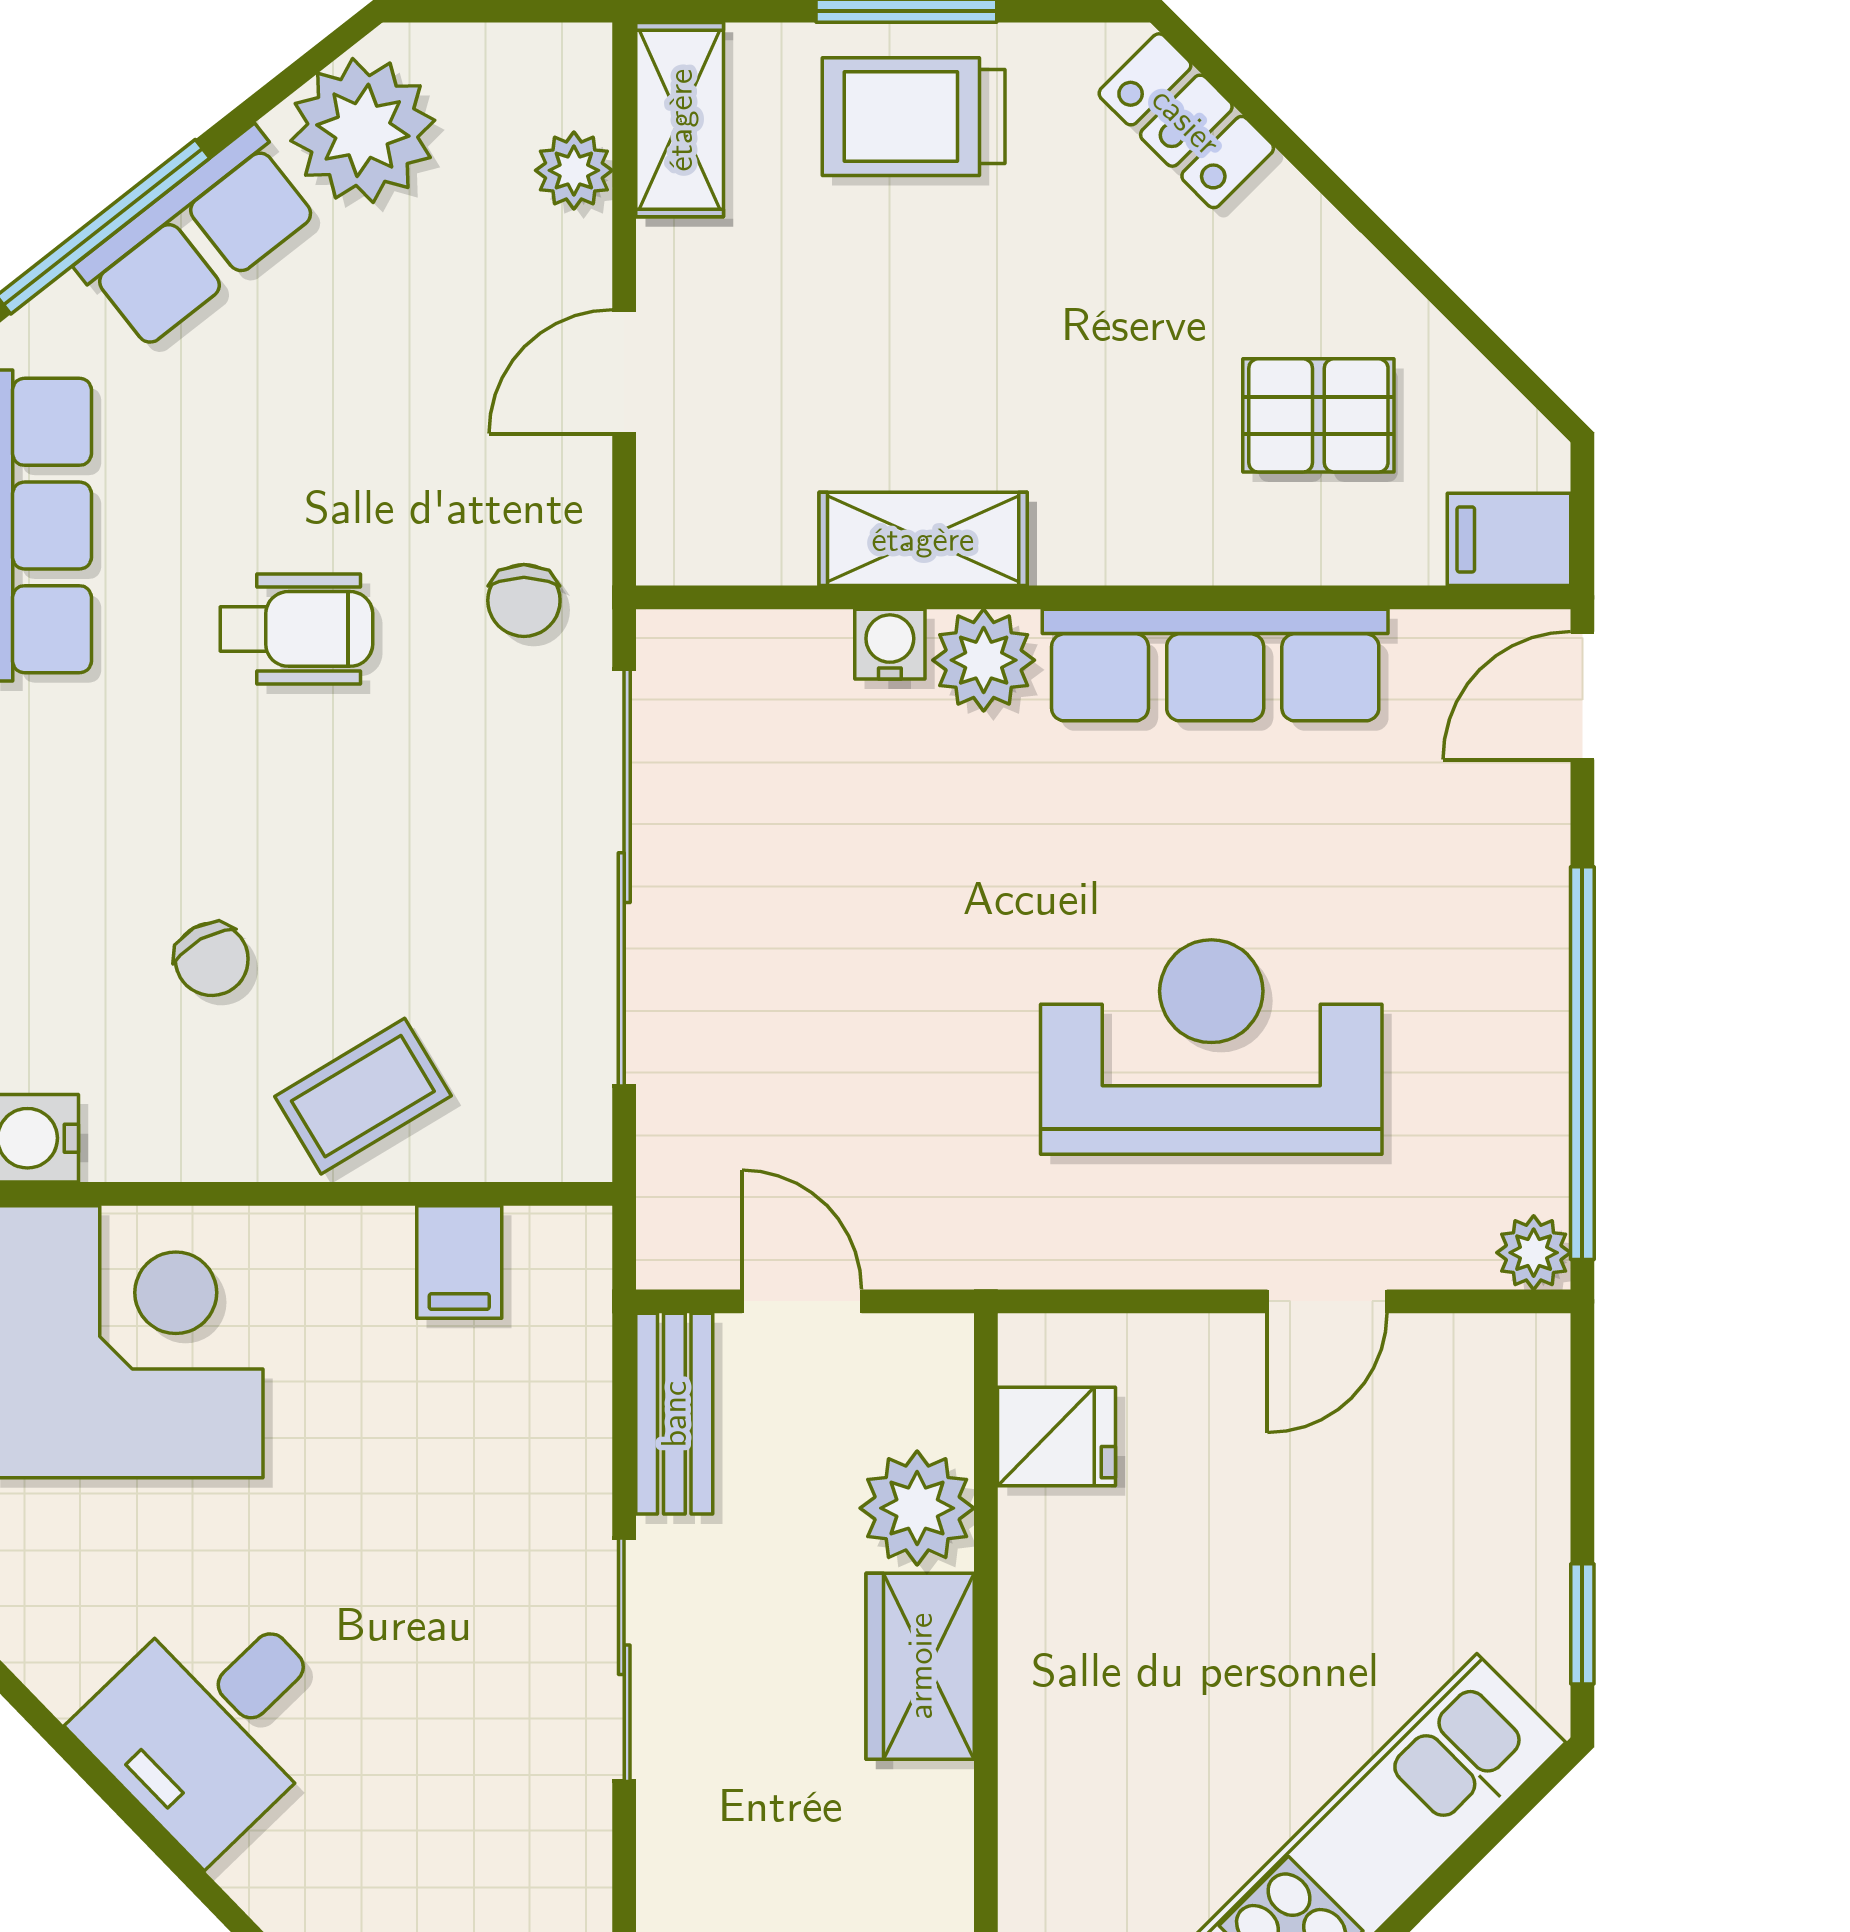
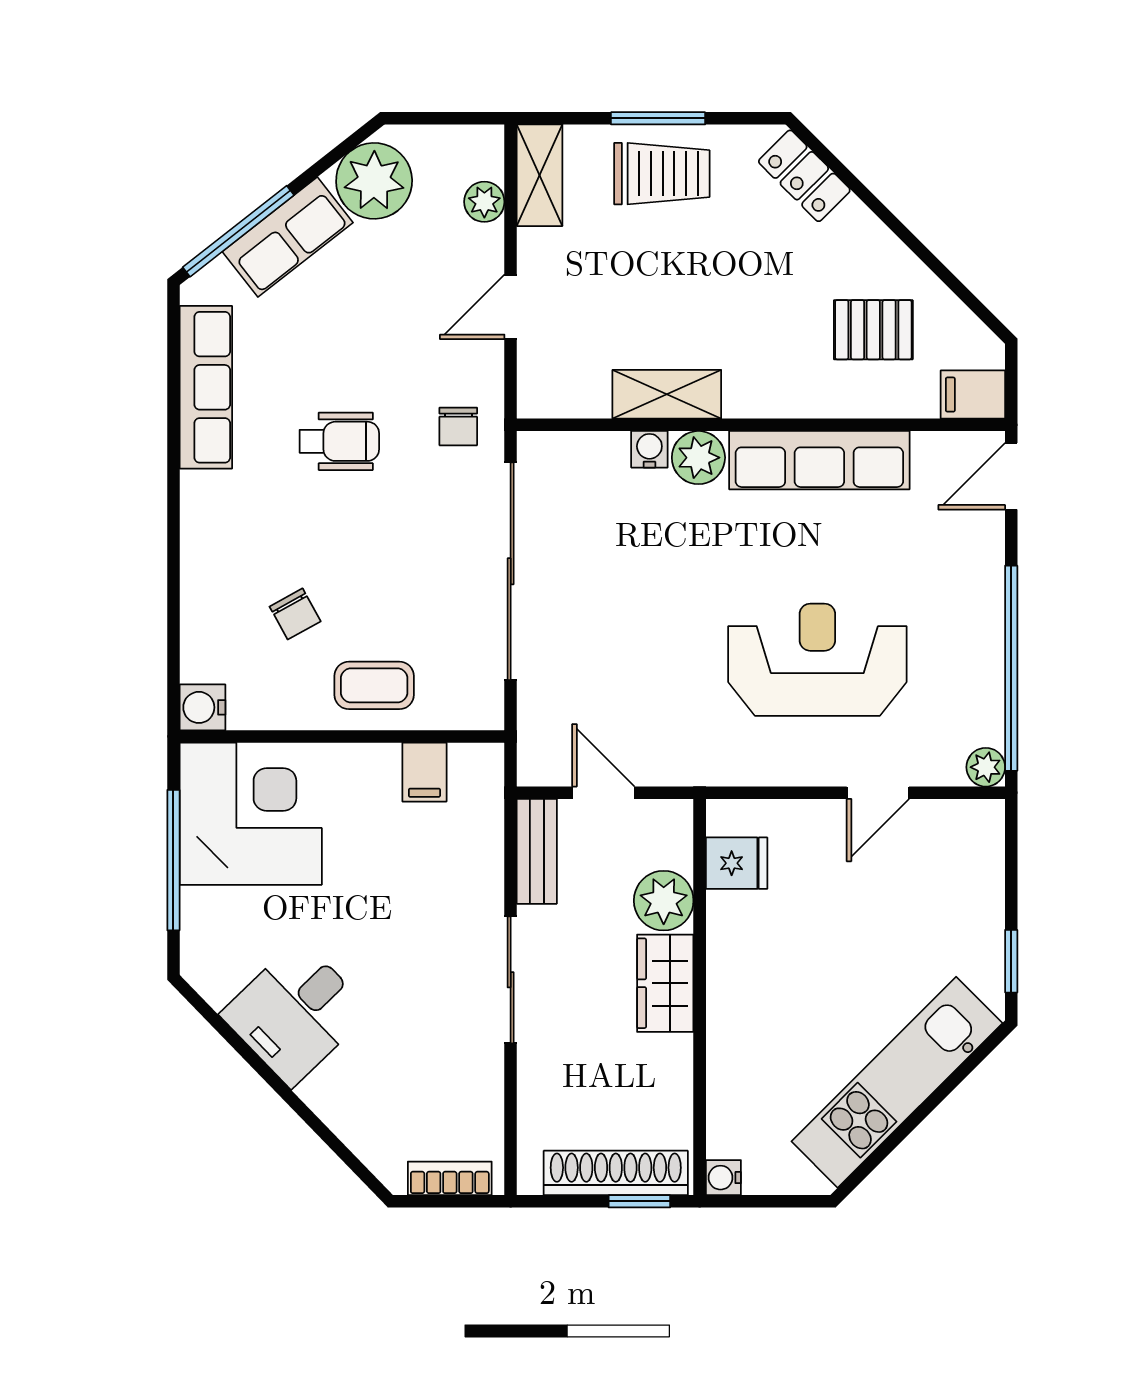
trolley: (914, 117) -> (662, 174), turned 180
coffee table: (363, 1096) -> (374, 685), turned 31

